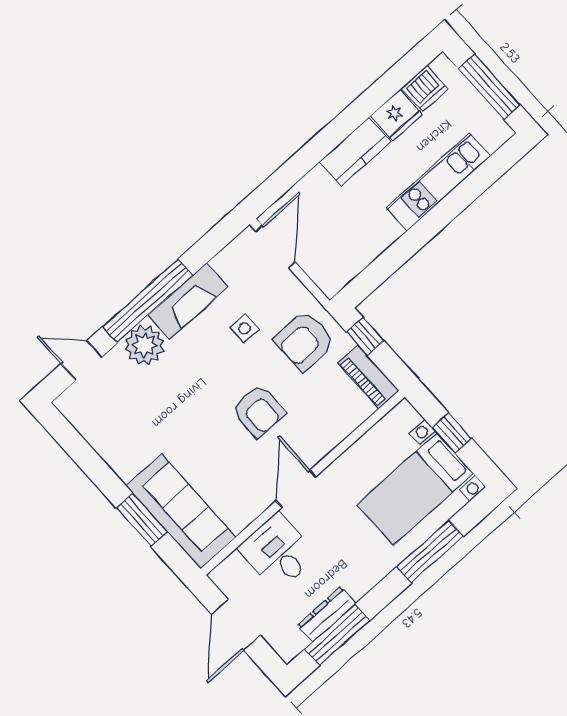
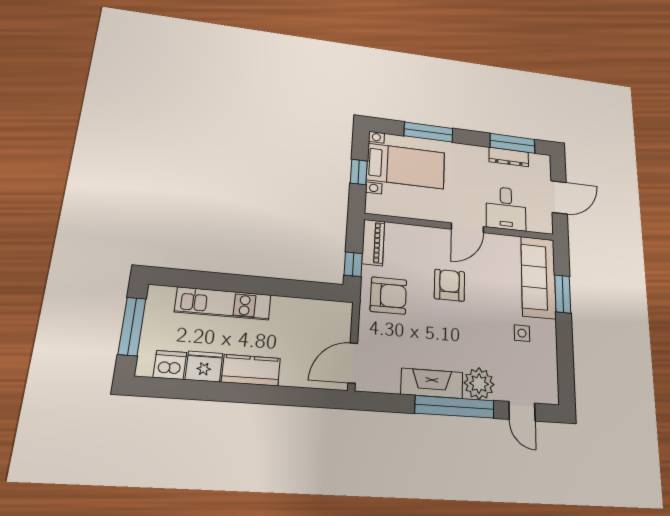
side table: (245, 328) -> (522, 333), moved

